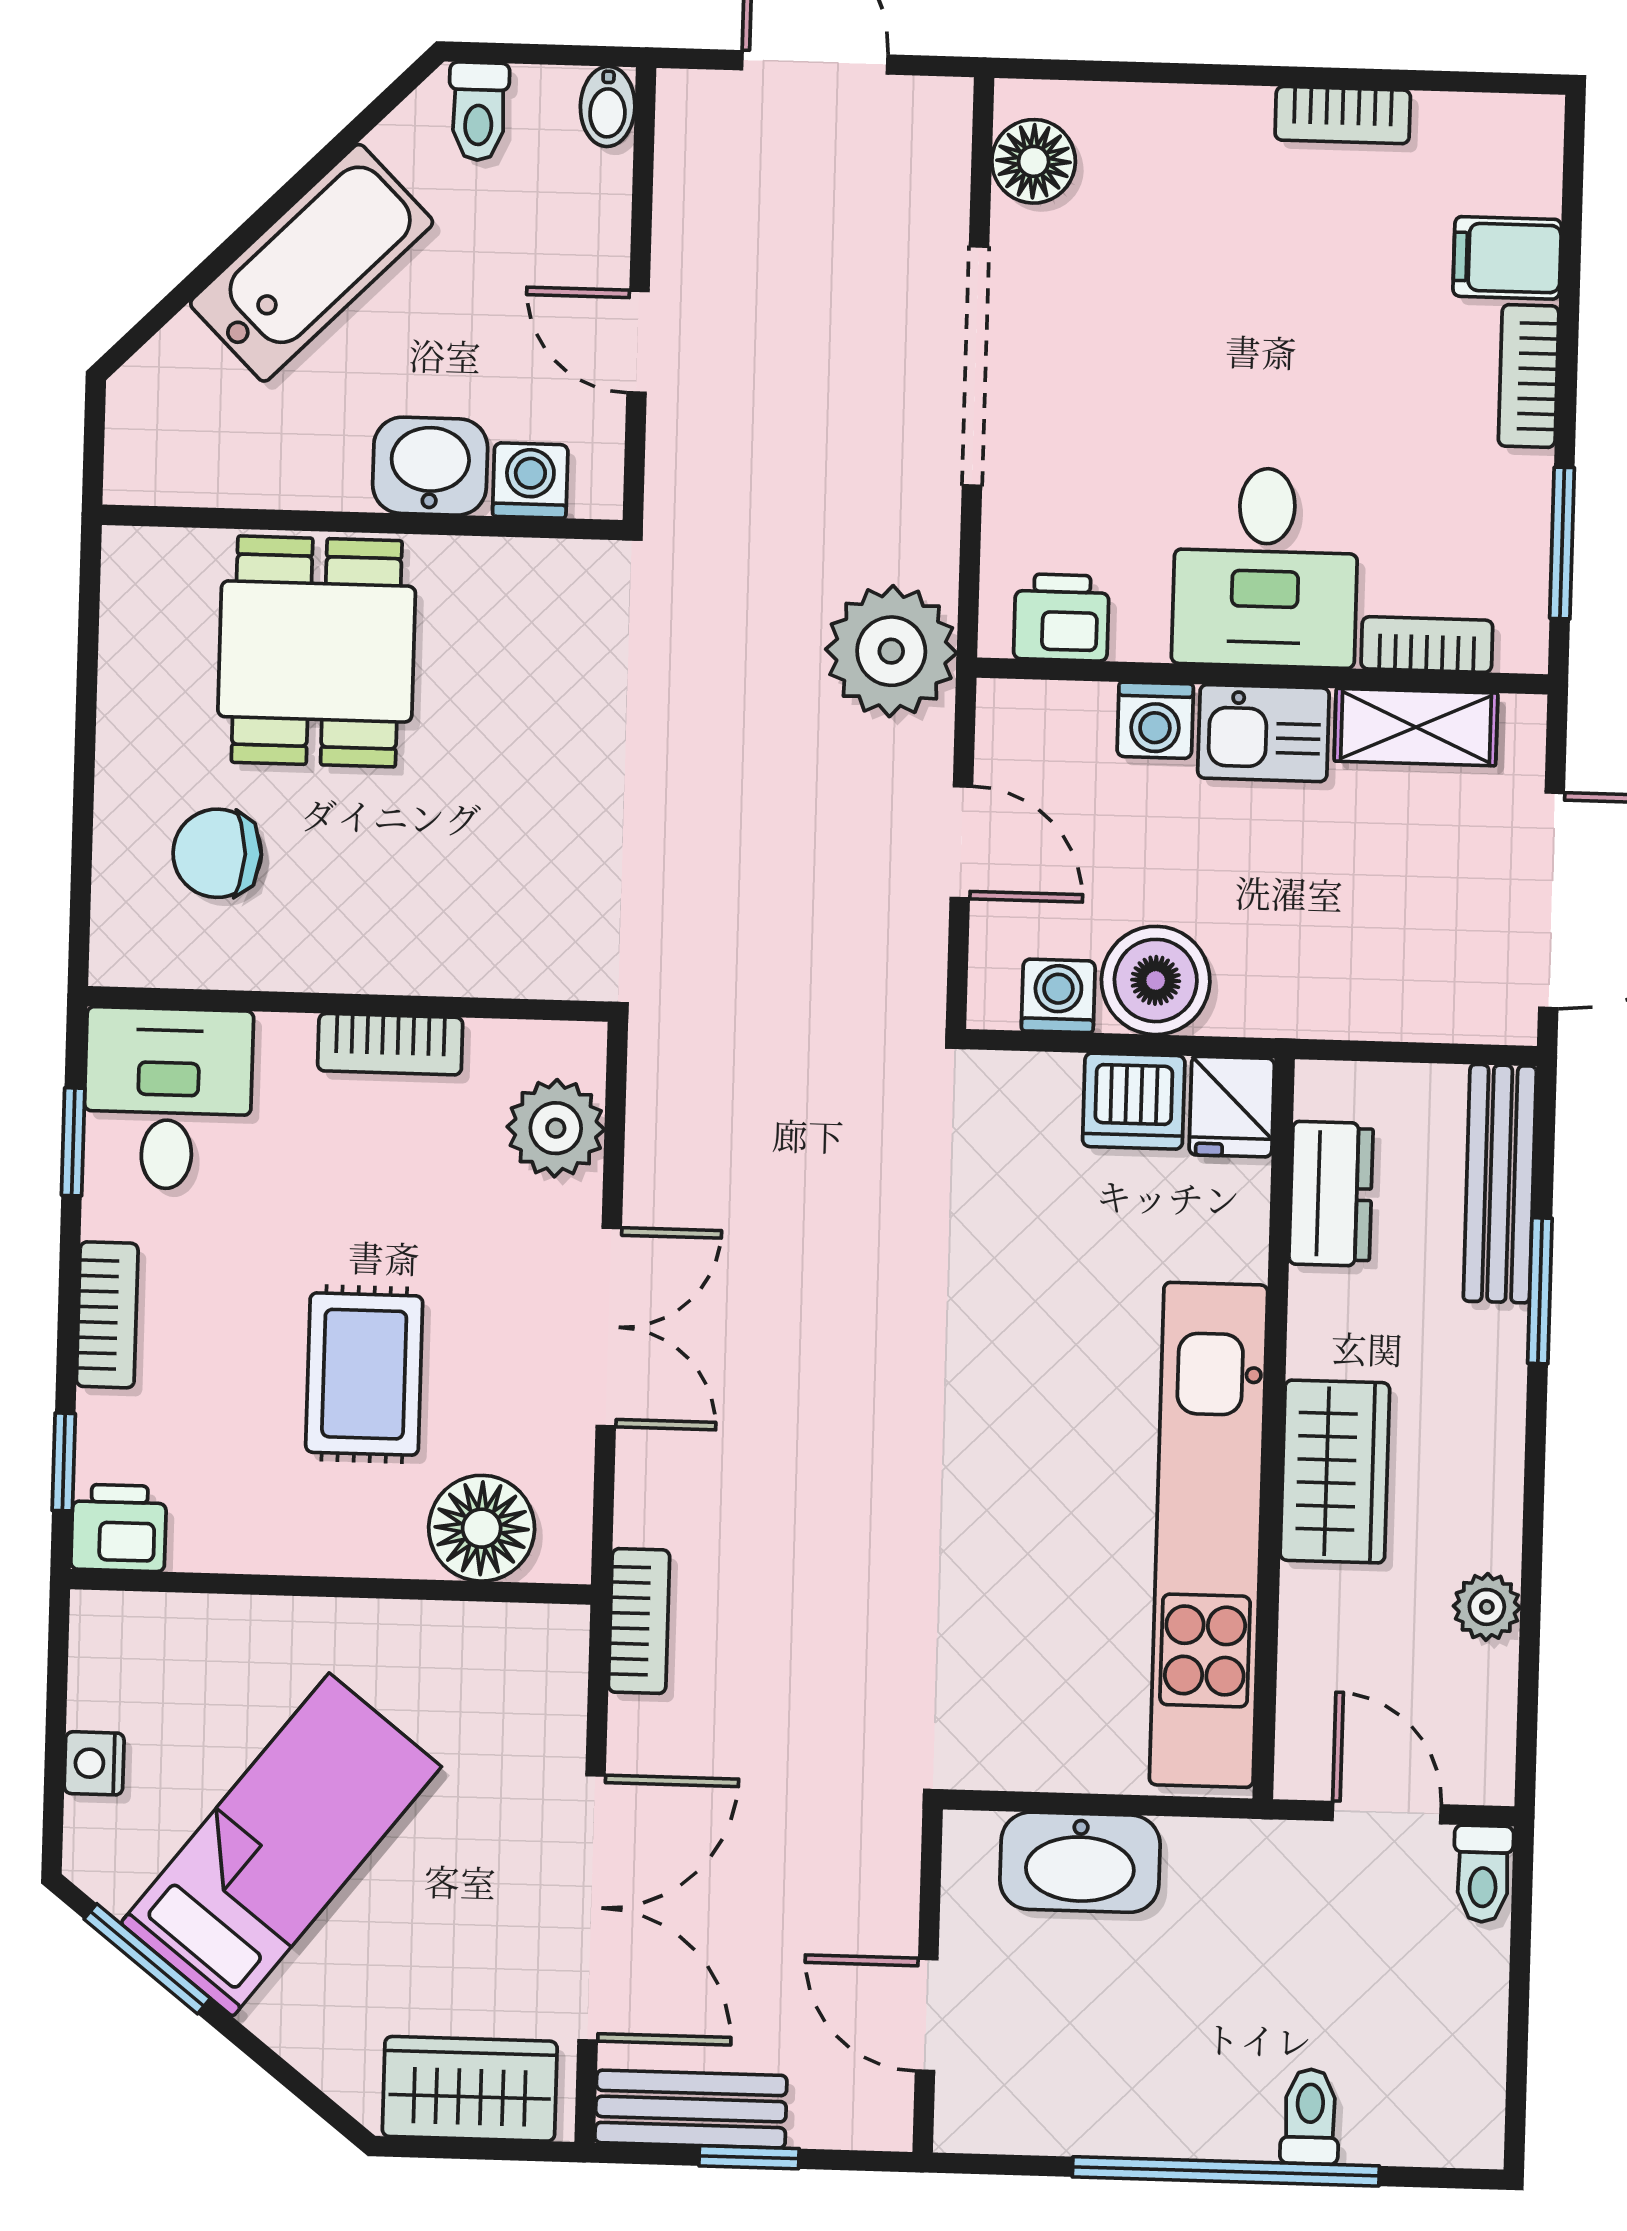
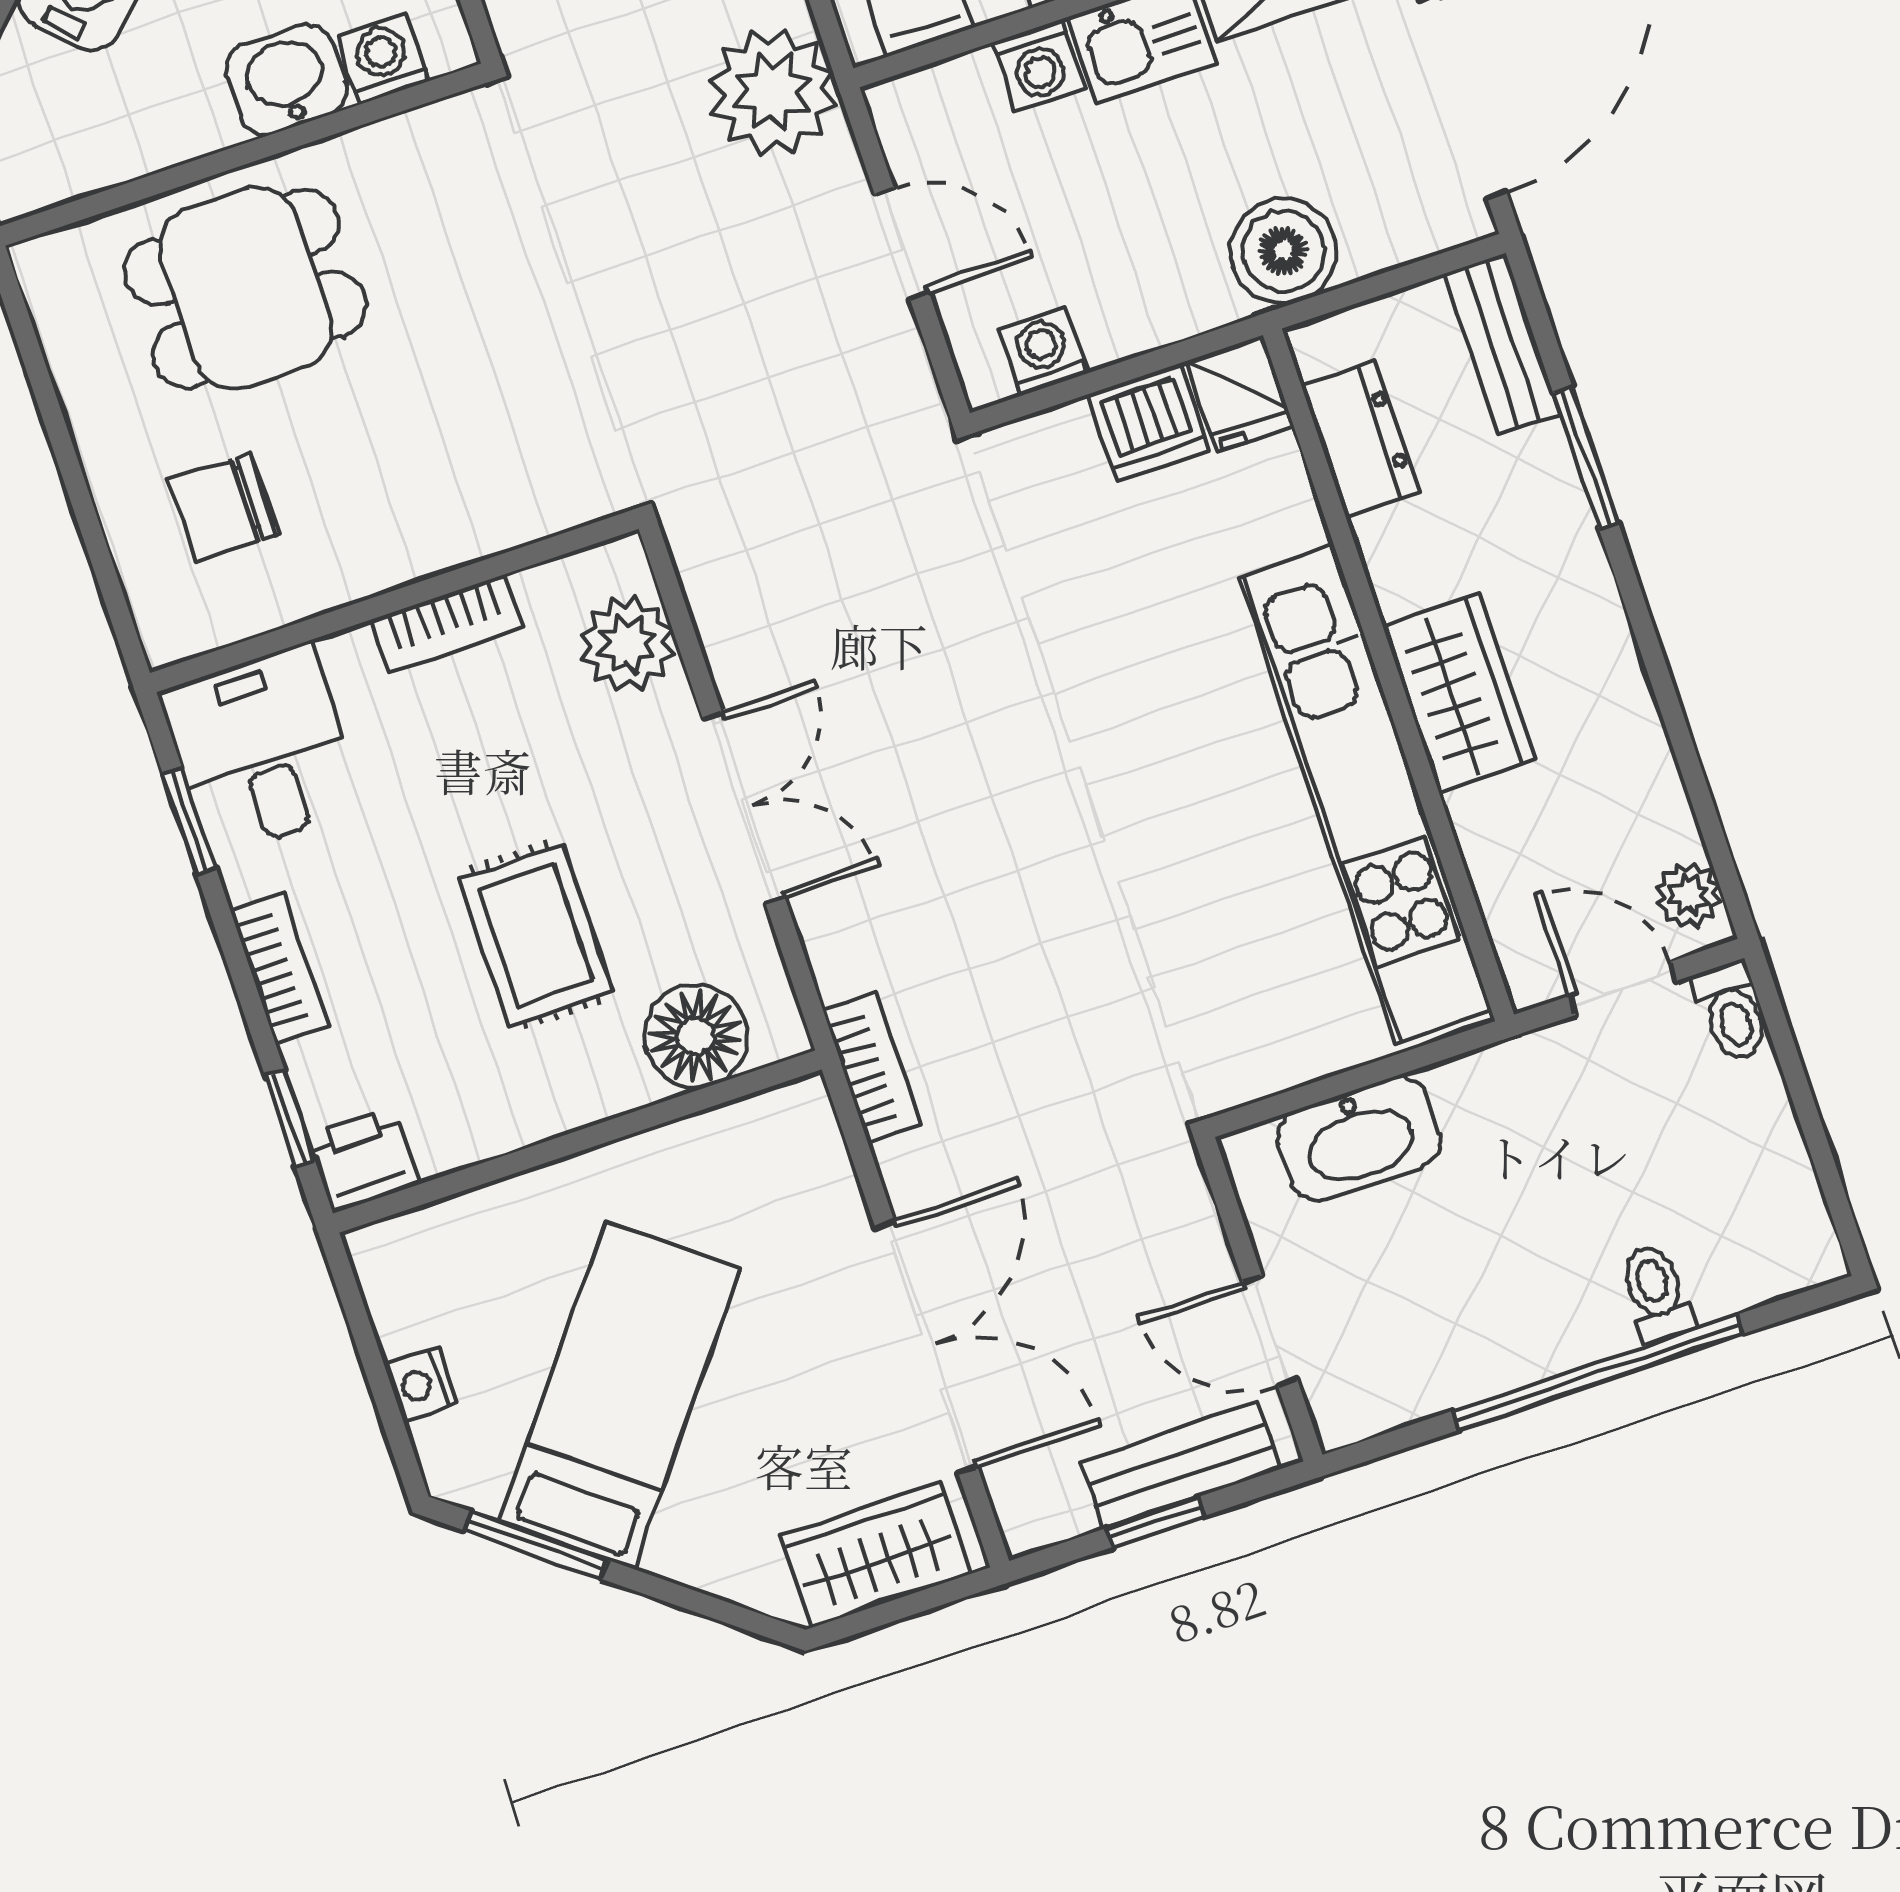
dining table: (317, 651) -> (246, 288), turned 90
boiler: (1156, 980) -> (1283, 251), moved
bench: (1500, 1184) -> (1502, 344), width x0.73
plant: (1487, 1607) -> (1688, 895), moved
bench: (691, 2109) -> (1180, 1466), moved

